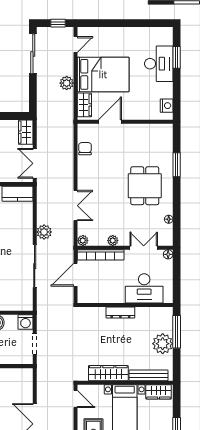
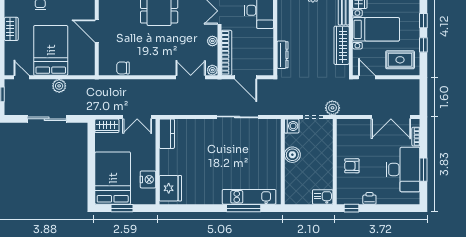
sliding door: (33, 54) -> (47, 119), moved
wardrobe: (84, 105) -> (11, 29), moved, turned 90
door: (110, 122) -> (97, 31), moved
double door: (75, 206) -> (191, 77), moved
plant: (44, 232) -> (332, 108), moved
dresser: (120, 313) -> (283, 55), moved
door: (75, 399) -> (367, 77), hinge flipped

